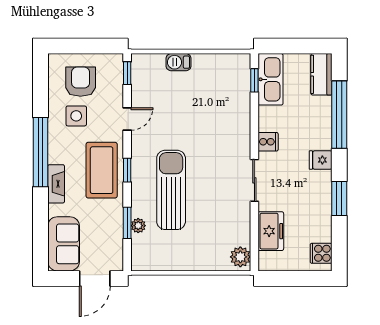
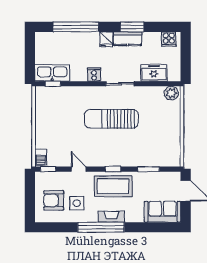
barbecue: (179, 62) -> (41, 157), moved
kitchen counter: (321, 74) -> (128, 39), moved
fireplace: (56, 184) -> (111, 217), moved
sun lounger: (171, 190) -> (111, 119), moved
plant: (138, 226) -> (150, 162), removed

